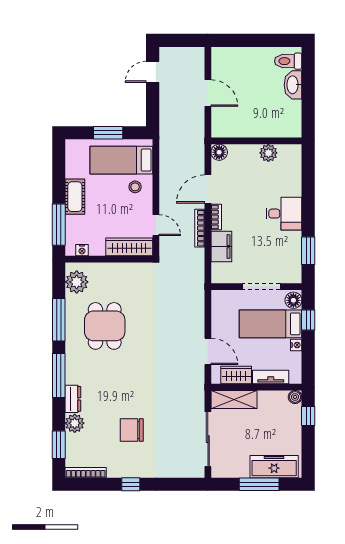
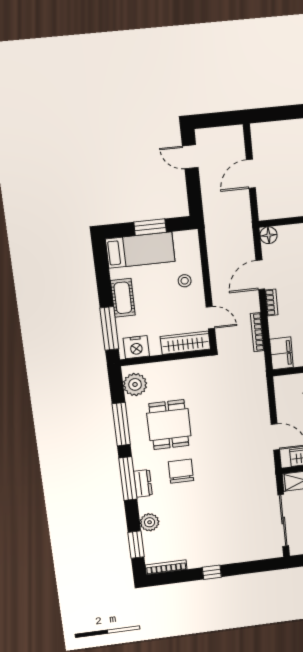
door: (153, 72) -> (190, 157), hinge flipped
door: (208, 93) -> (251, 174), swing flipped
bed: (121, 160) -> (140, 250), moved, turned 180
bookcase: (200, 228) -> (257, 332), moved
filing cabinet: (221, 247) -> (281, 353), moved
nightstand: (82, 250) -> (136, 347), width x1.89, depth x1.79
dresser: (73, 399) -> (143, 483), moved
chair: (132, 430) -> (181, 471), moved, turned 90

